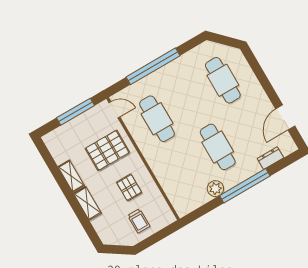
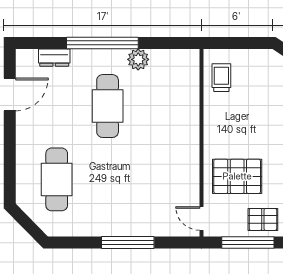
window: (153, 66) -> (128, 243), width x0.68
cafe table: (157, 119) -> (159, 179), removed
pallet: (129, 187) -> (263, 219), moved, turned 90
trolley: (139, 221) -> (221, 78), moved

